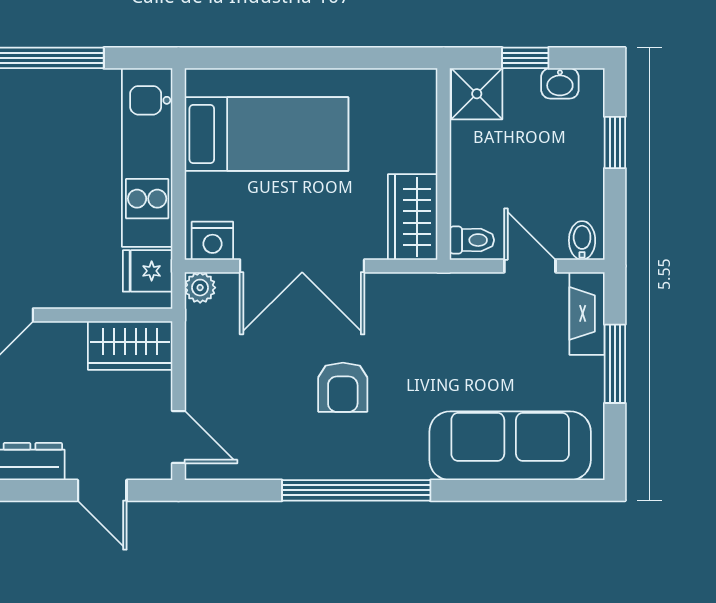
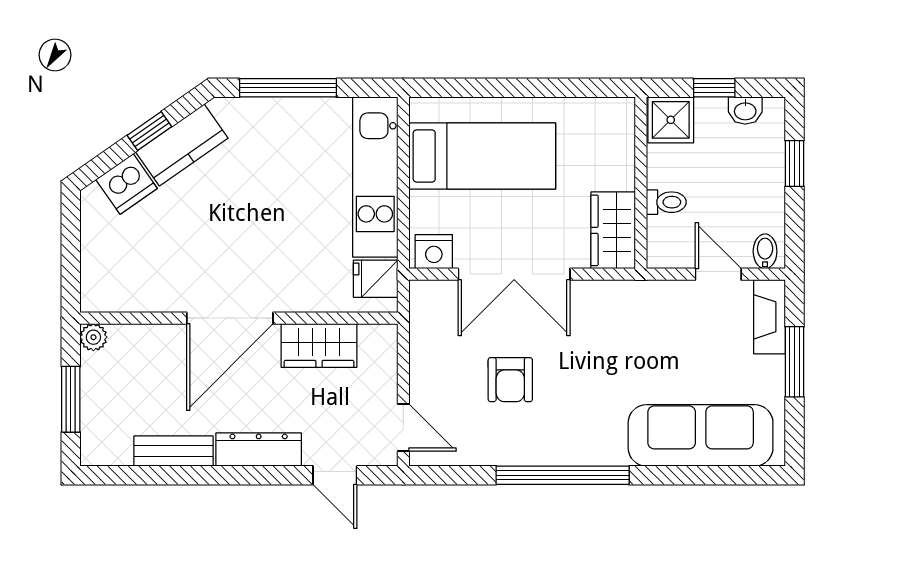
toilet: (472, 240) -> (666, 202), moved
plant: (200, 288) -> (423, 294), removed
wardrobe: (130, 346) -> (319, 346), moved
armchair: (343, 387) -> (510, 380), moved

